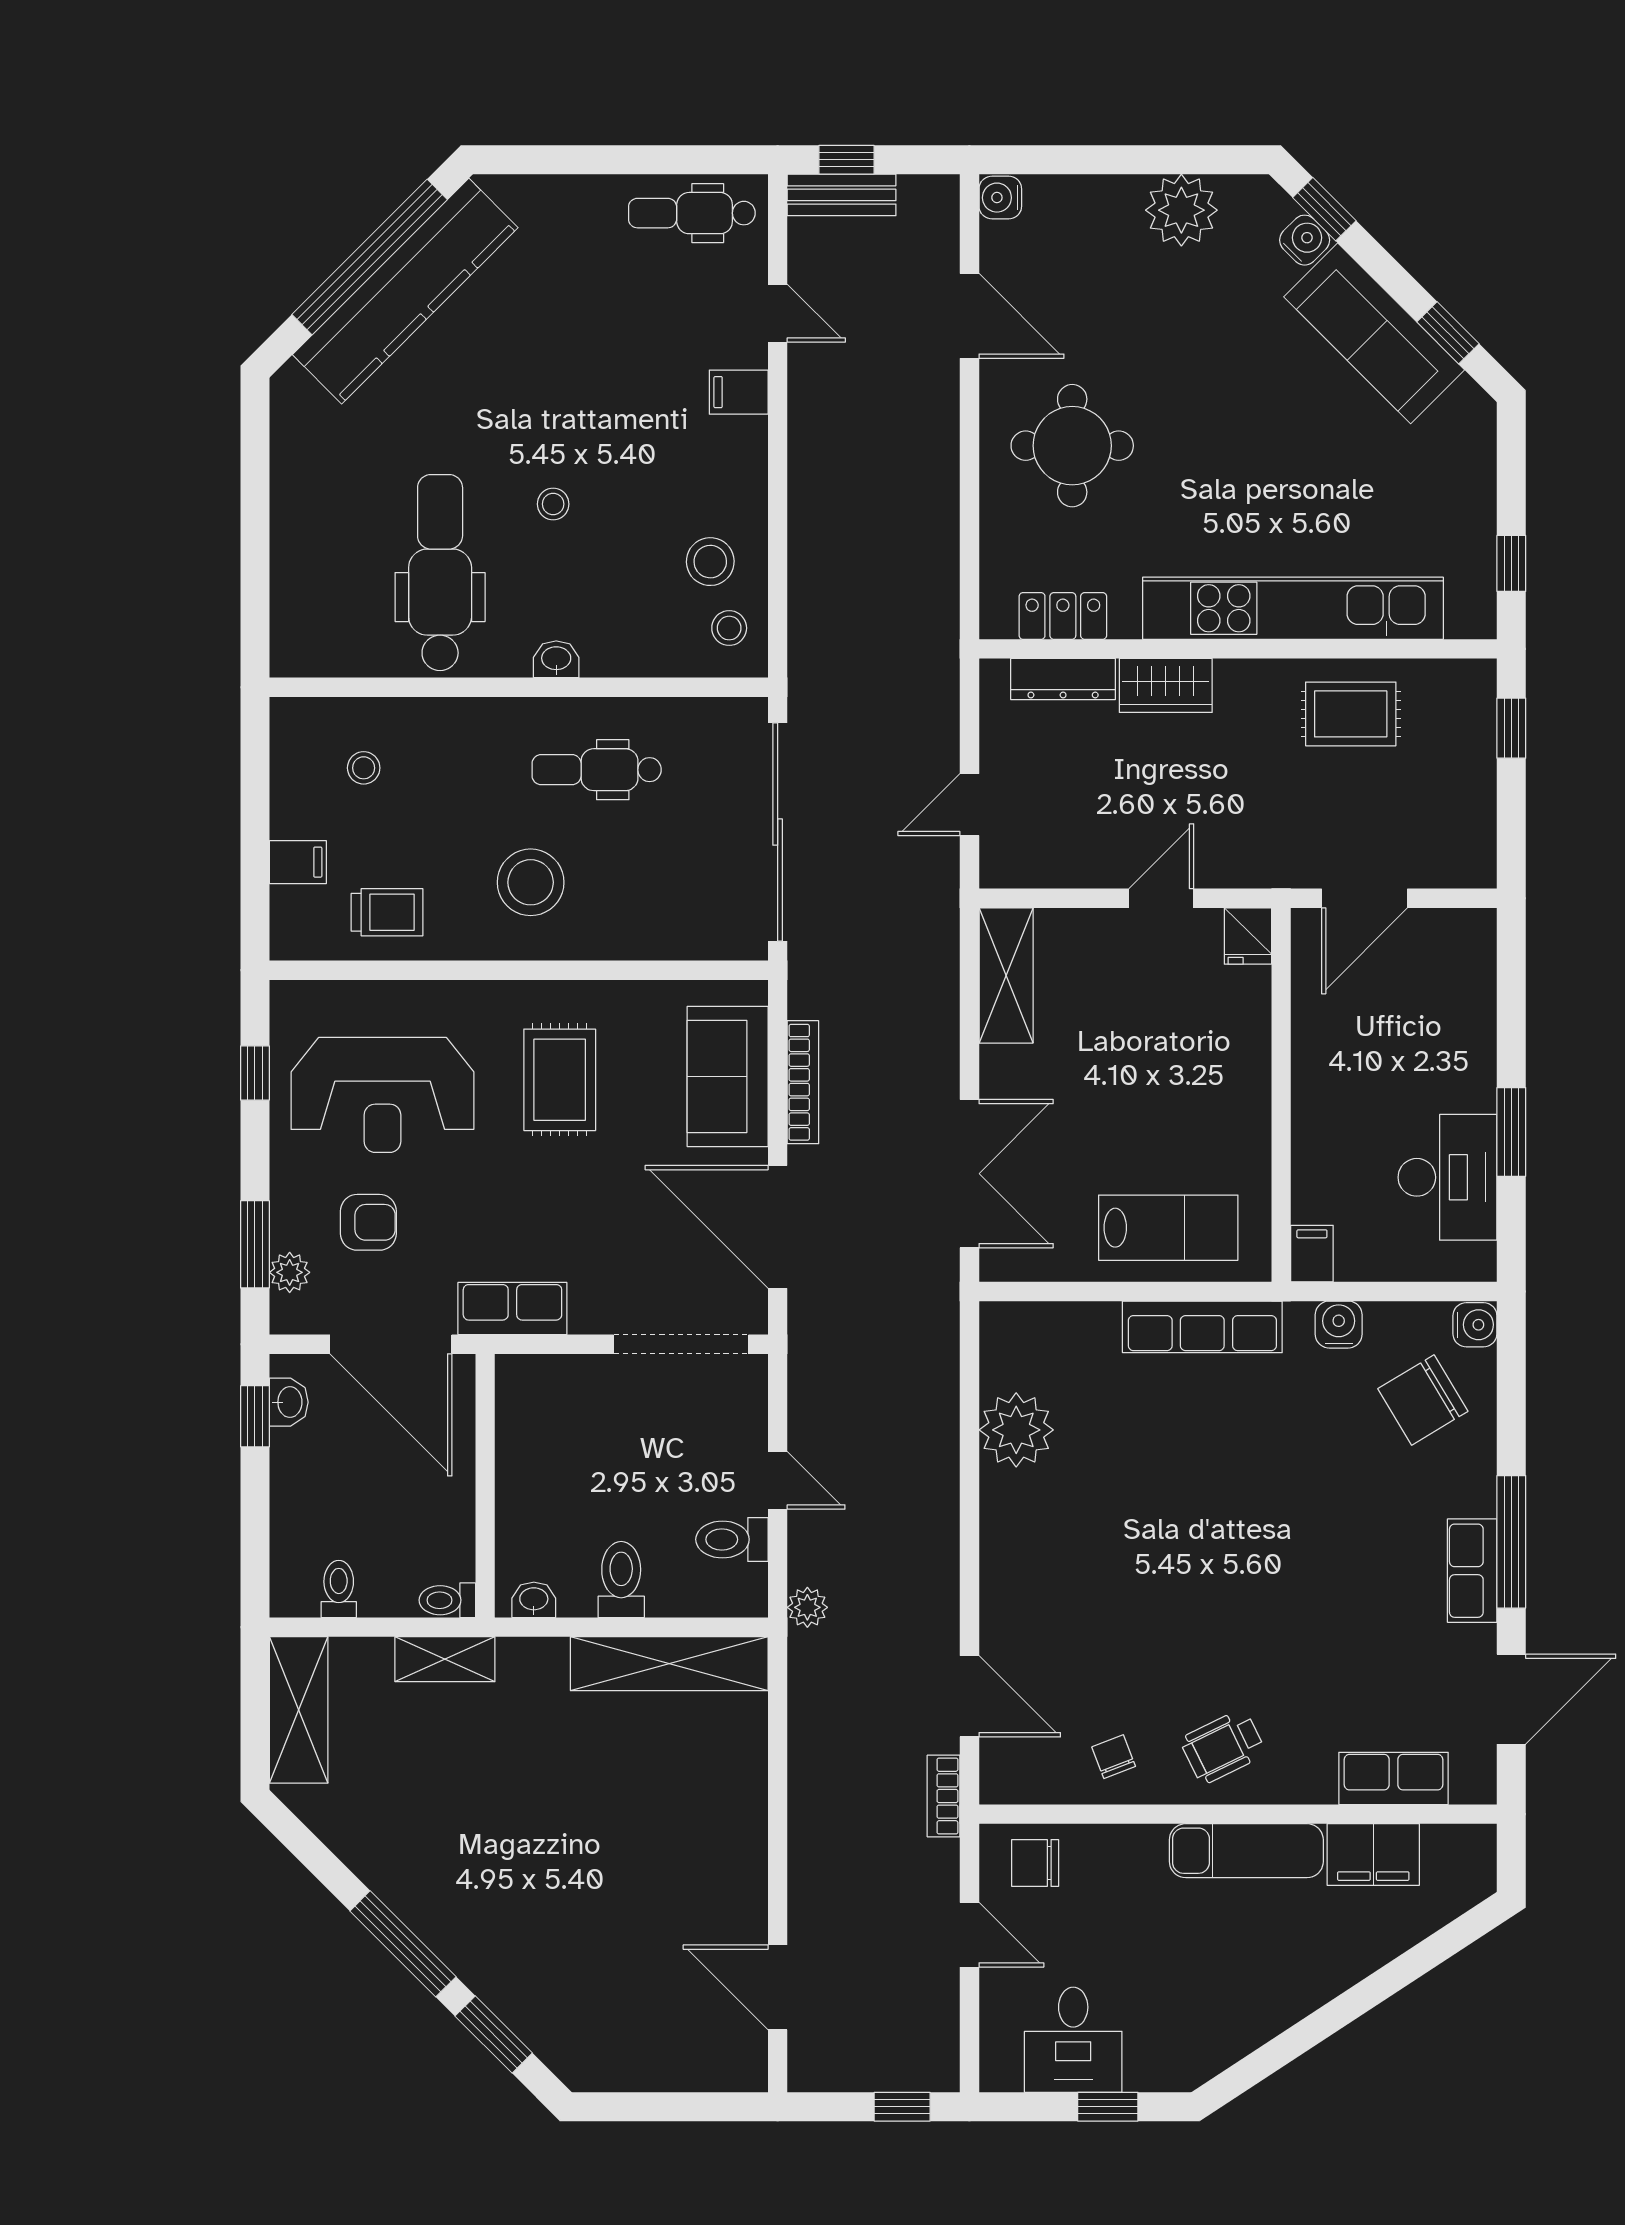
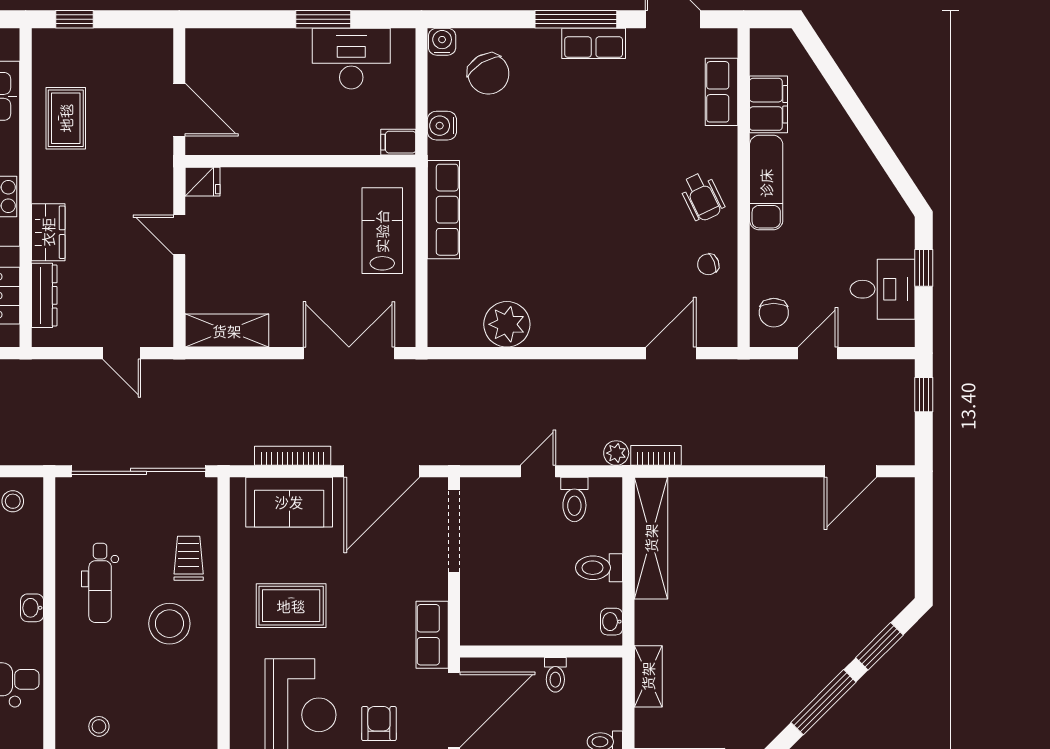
trolley: (387, 912) -> (189, 558), moved
toilet: (447, 1600) -> (555, 675), moved
bookcase: (944, 1796) -> (656, 455), moved, turned 180

